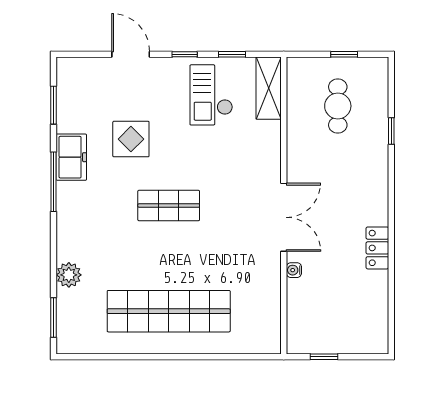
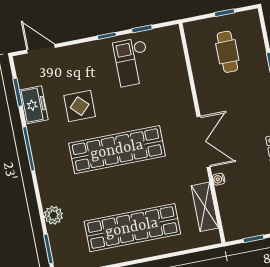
door: (131, 54) -> (41, 49), moved
shelving: (269, 88) -> (205, 207), moved
freezer: (71, 157) -> (34, 105), moved
shop shelf: (169, 206) -> (117, 150), width x2.00, depth x1.36

